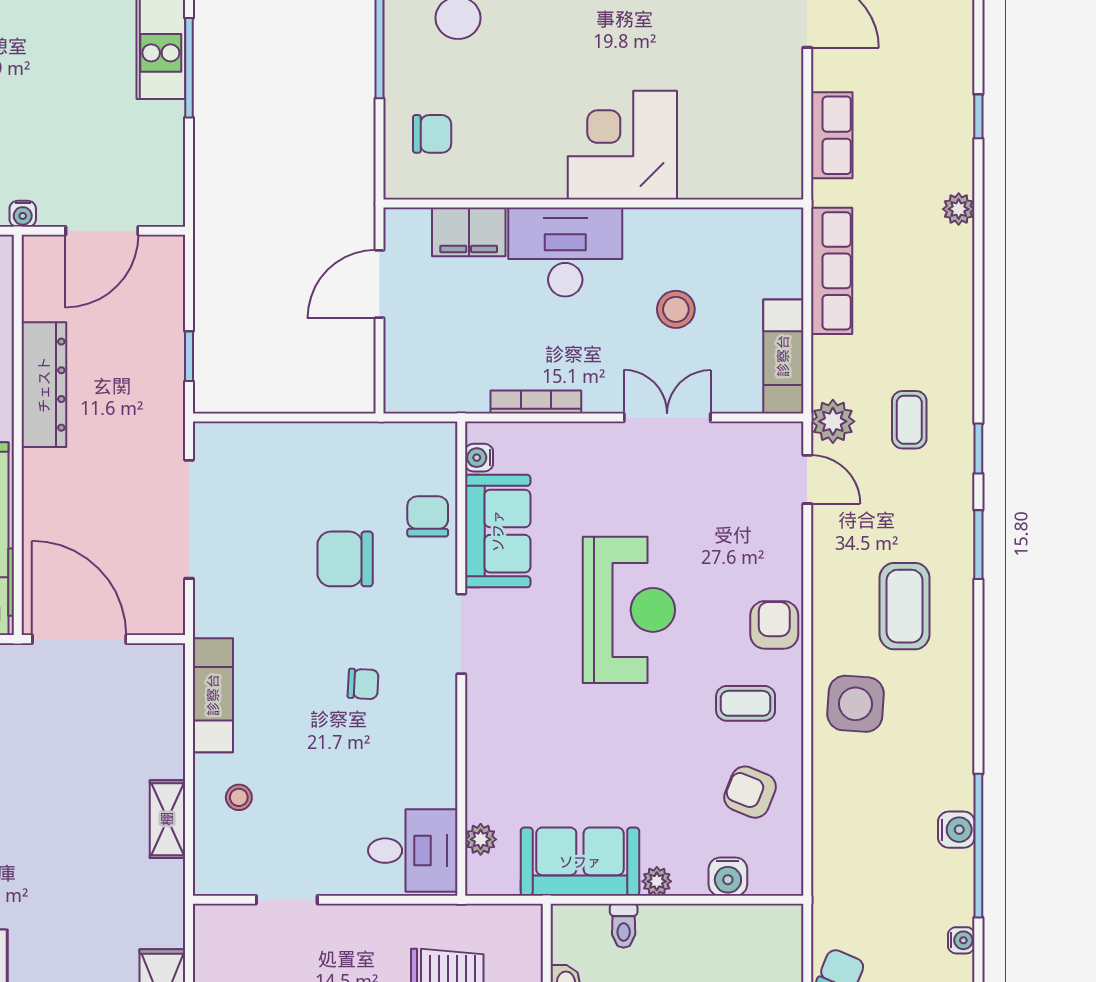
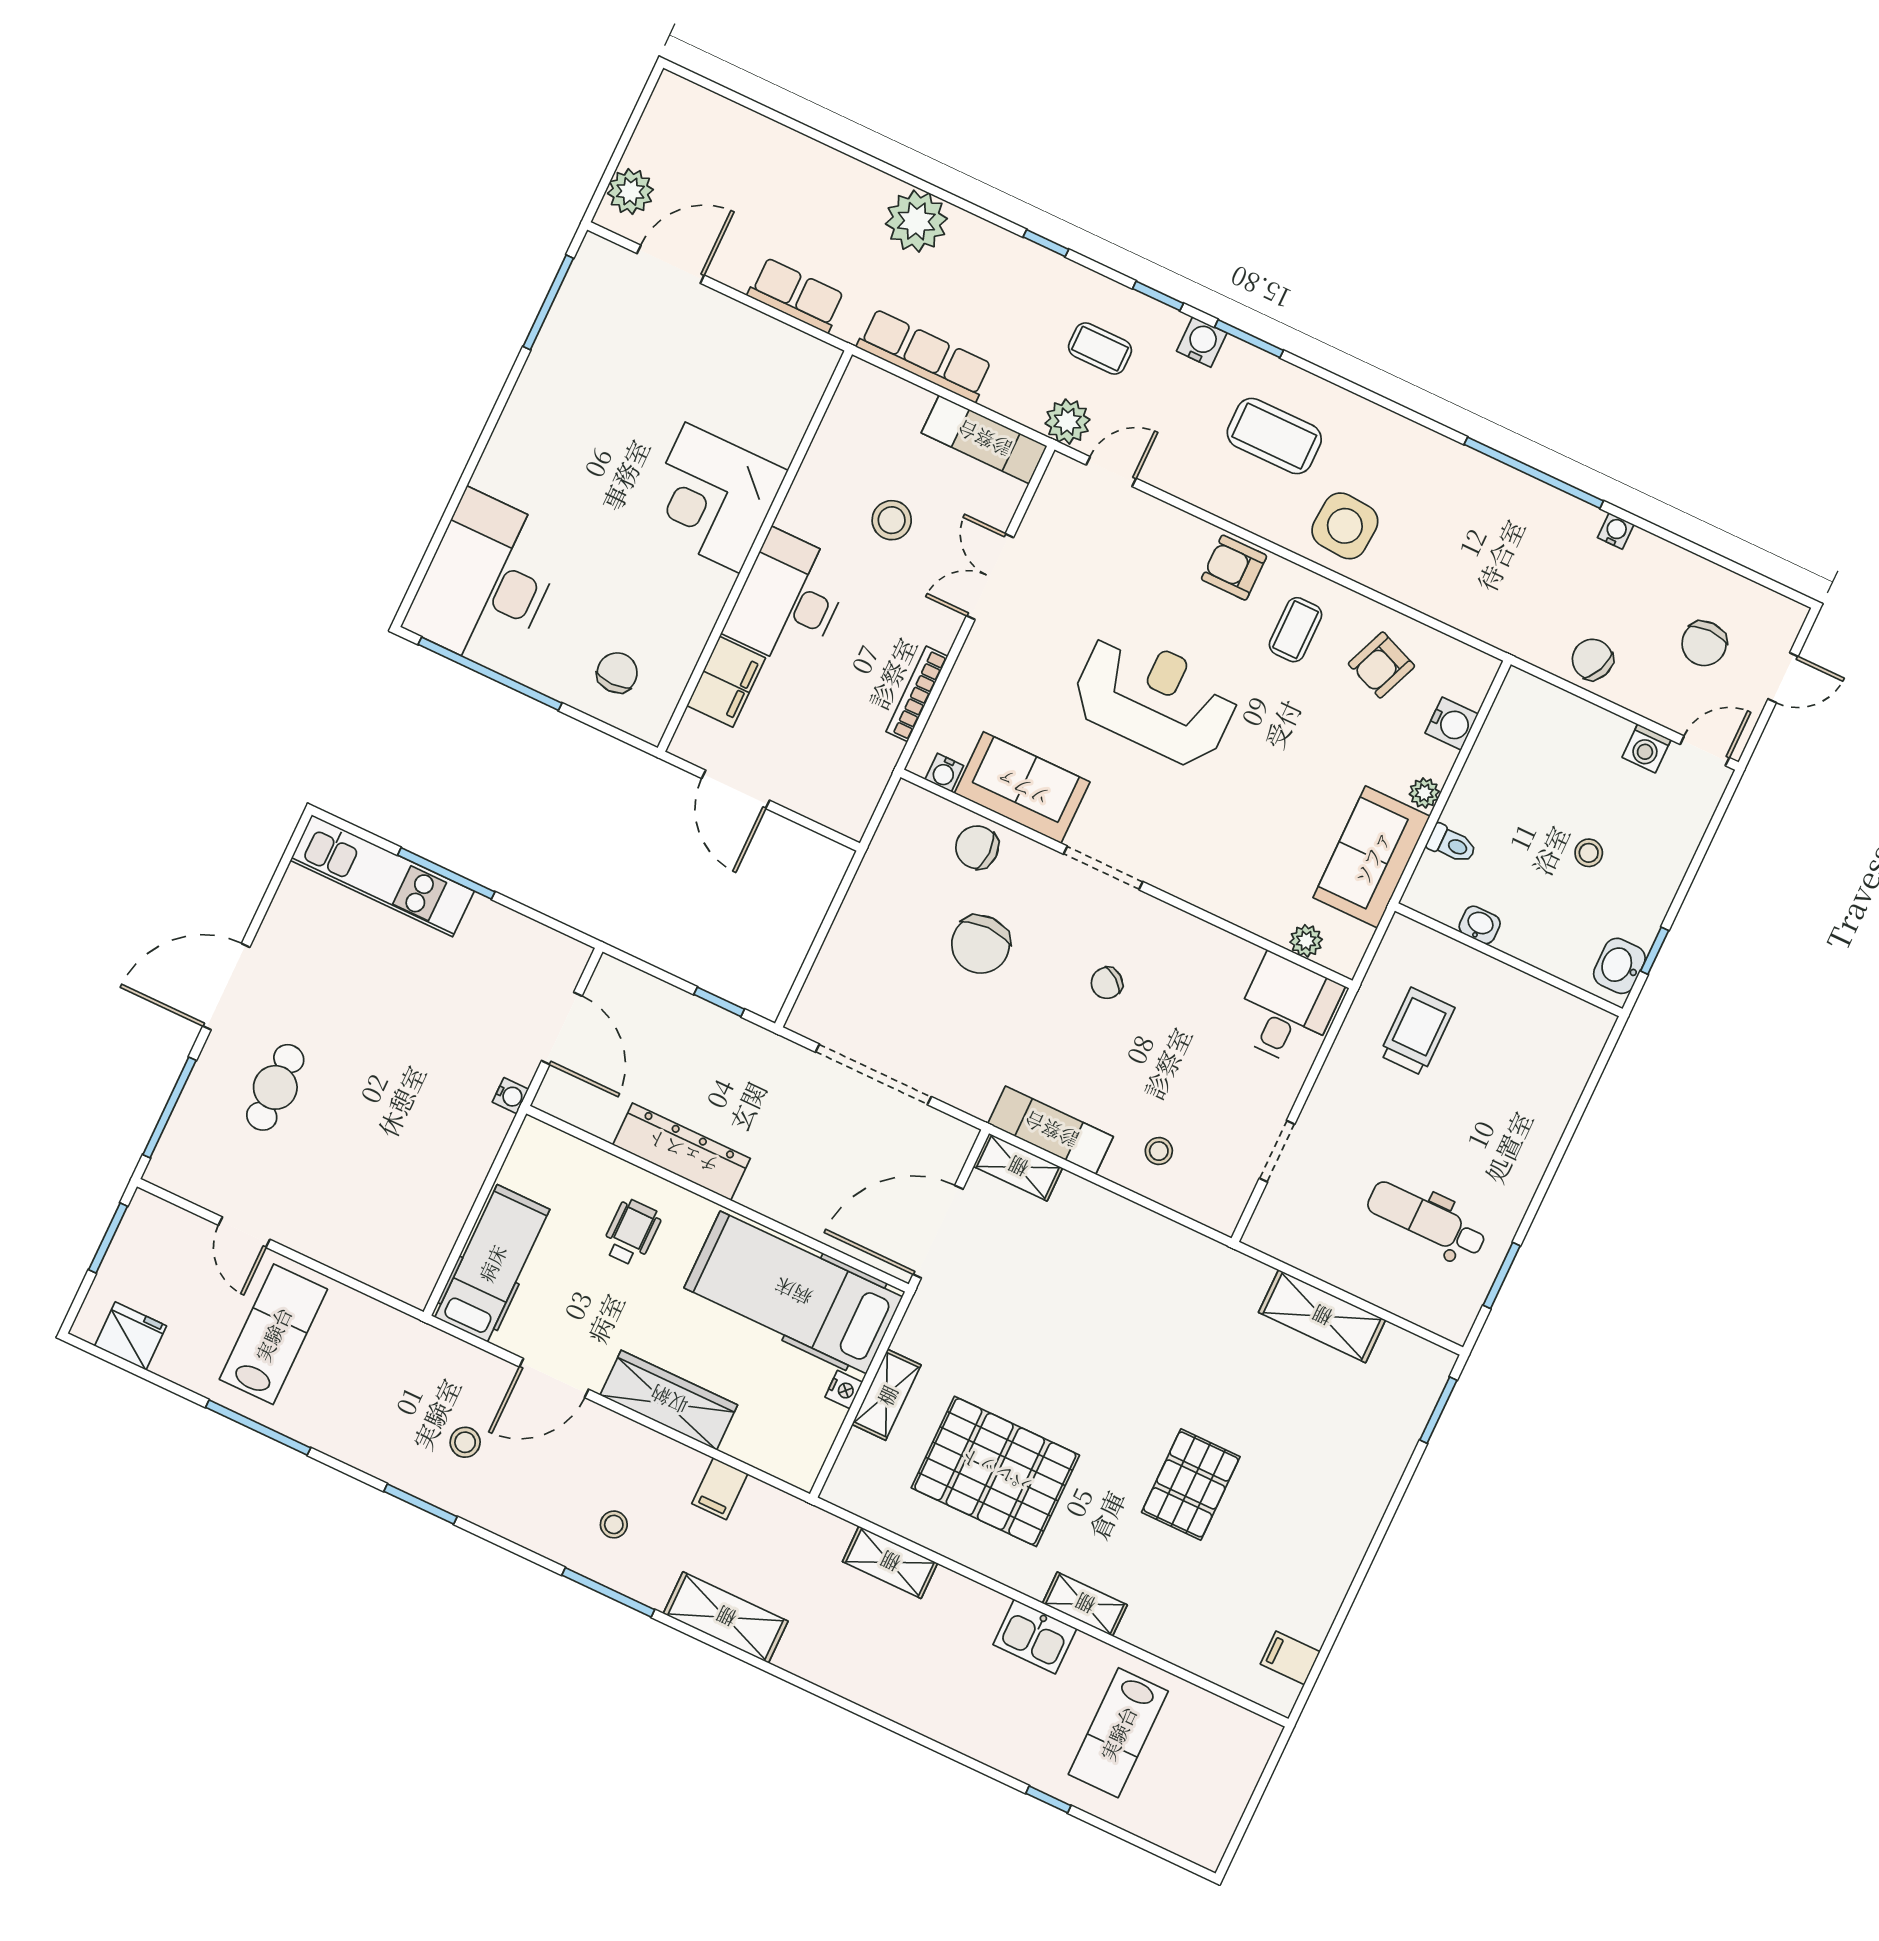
window: (978, 116) -> (1046, 243), moved
plant: (959, 209) -> (916, 221), width x1.88, depth x1.88
chair: (363, 684) -> (1107, 983), turned -146
shelving: (167, 819) -> (1018, 1167), moved
water cooler: (956, 830) -> (1202, 342), moved

